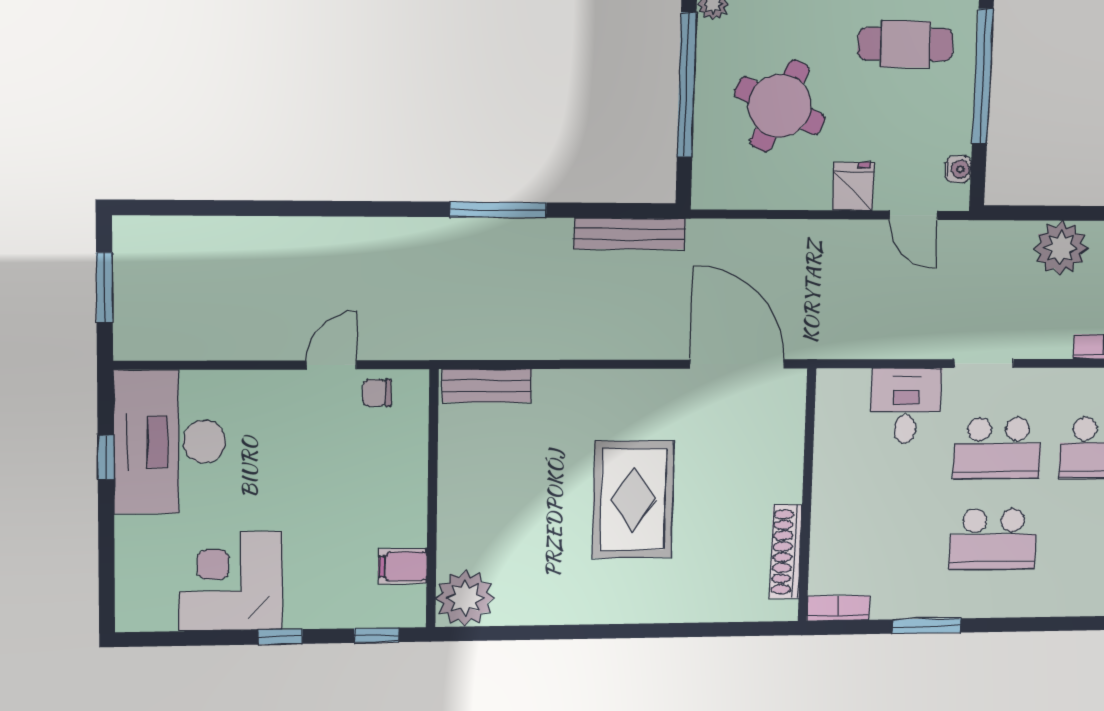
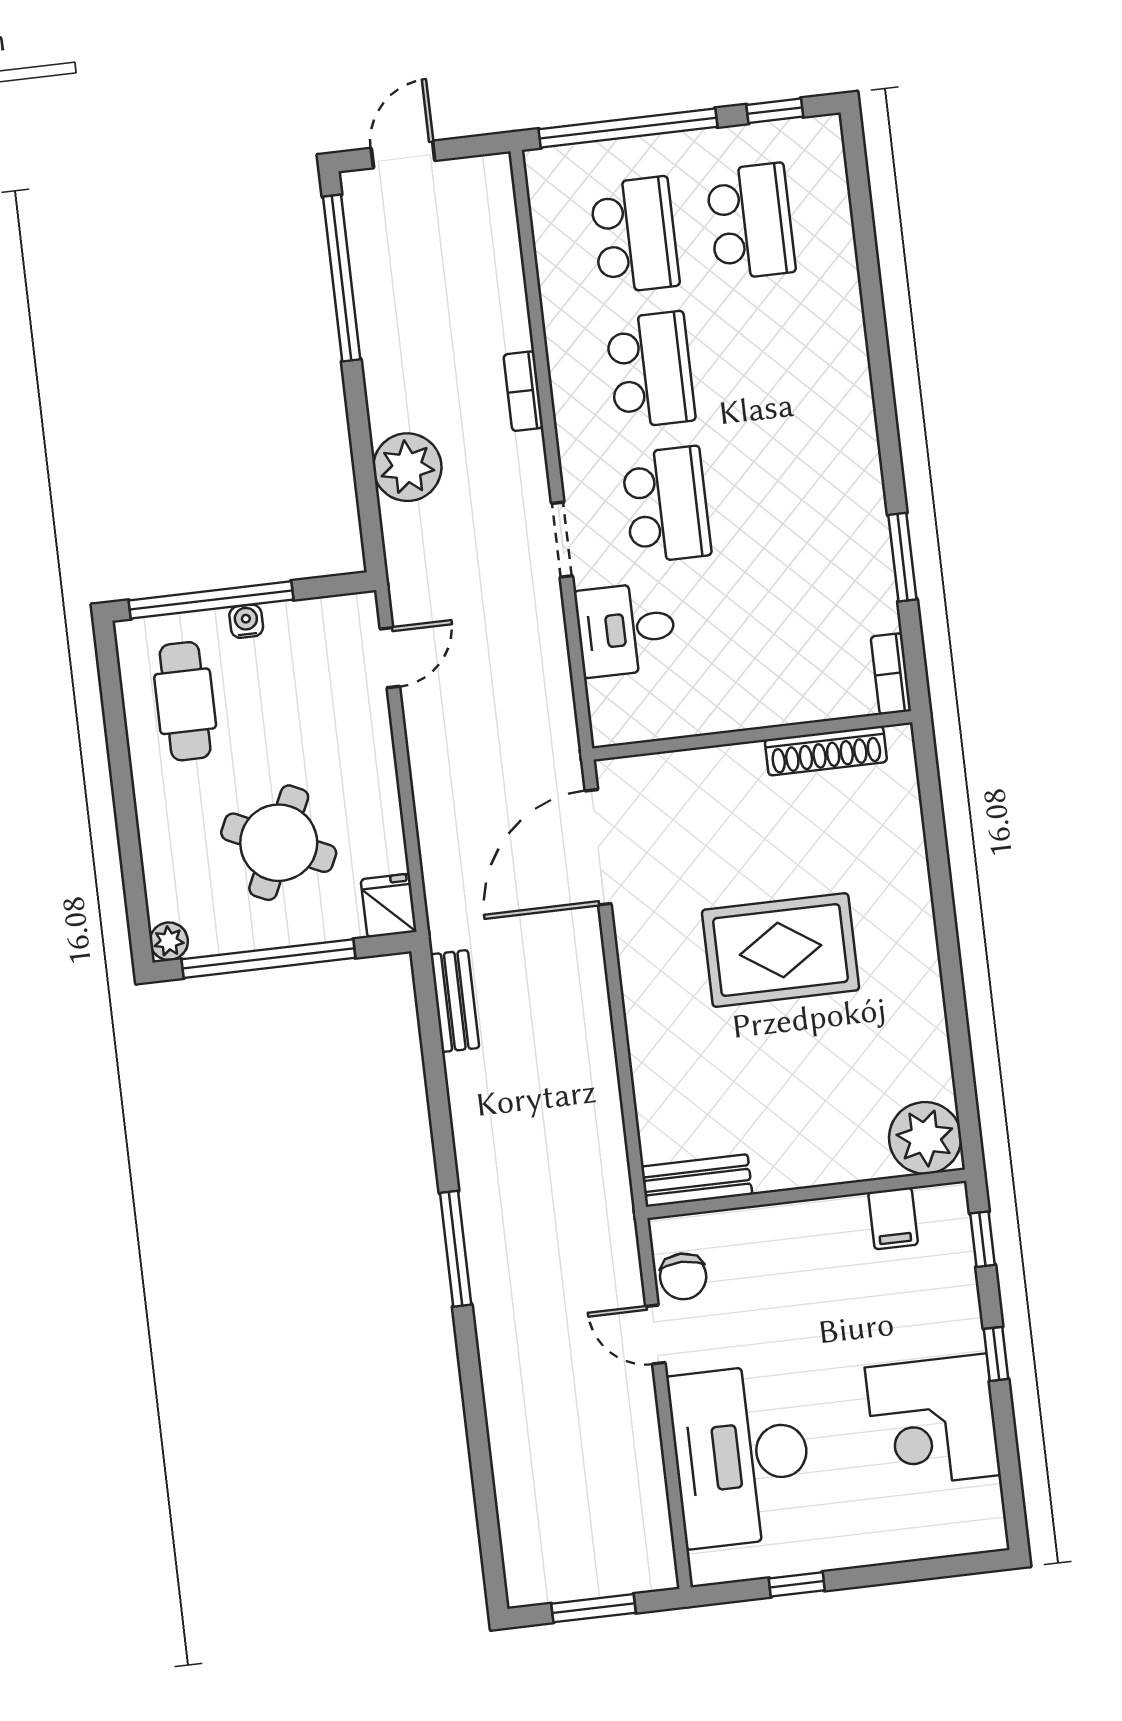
water cooler: (958, 169) -> (246, 621), moved
fridge: (853, 186) -> (389, 906), moved, turned 90
window: (498, 210) -> (456, 1249), moved
bench: (630, 234) -> (455, 1001), width x0.73
bench: (487, 386) -> (697, 1180), moved, turned 90
chair: (377, 393) -> (683, 1276), width x1.37, depth x1.37
desk: (170, 442) -> (741, 1456), moved, turned 90
school desk: (993, 539) -> (782, 491), removed

